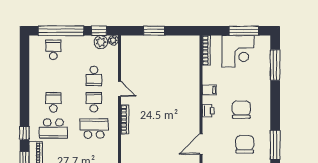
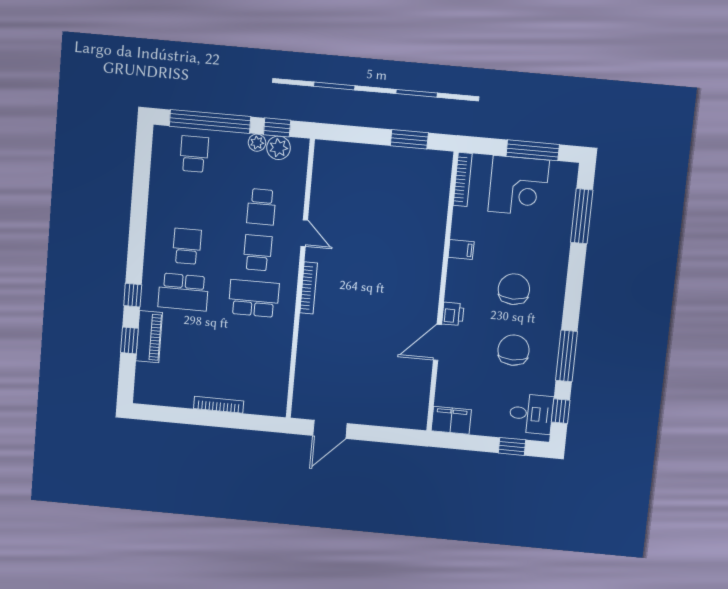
window: (154, 31) -> (409, 139), moved
plant: (113, 40) -> (257, 143), moved
printer: (208, 111) -> (453, 314), moved

